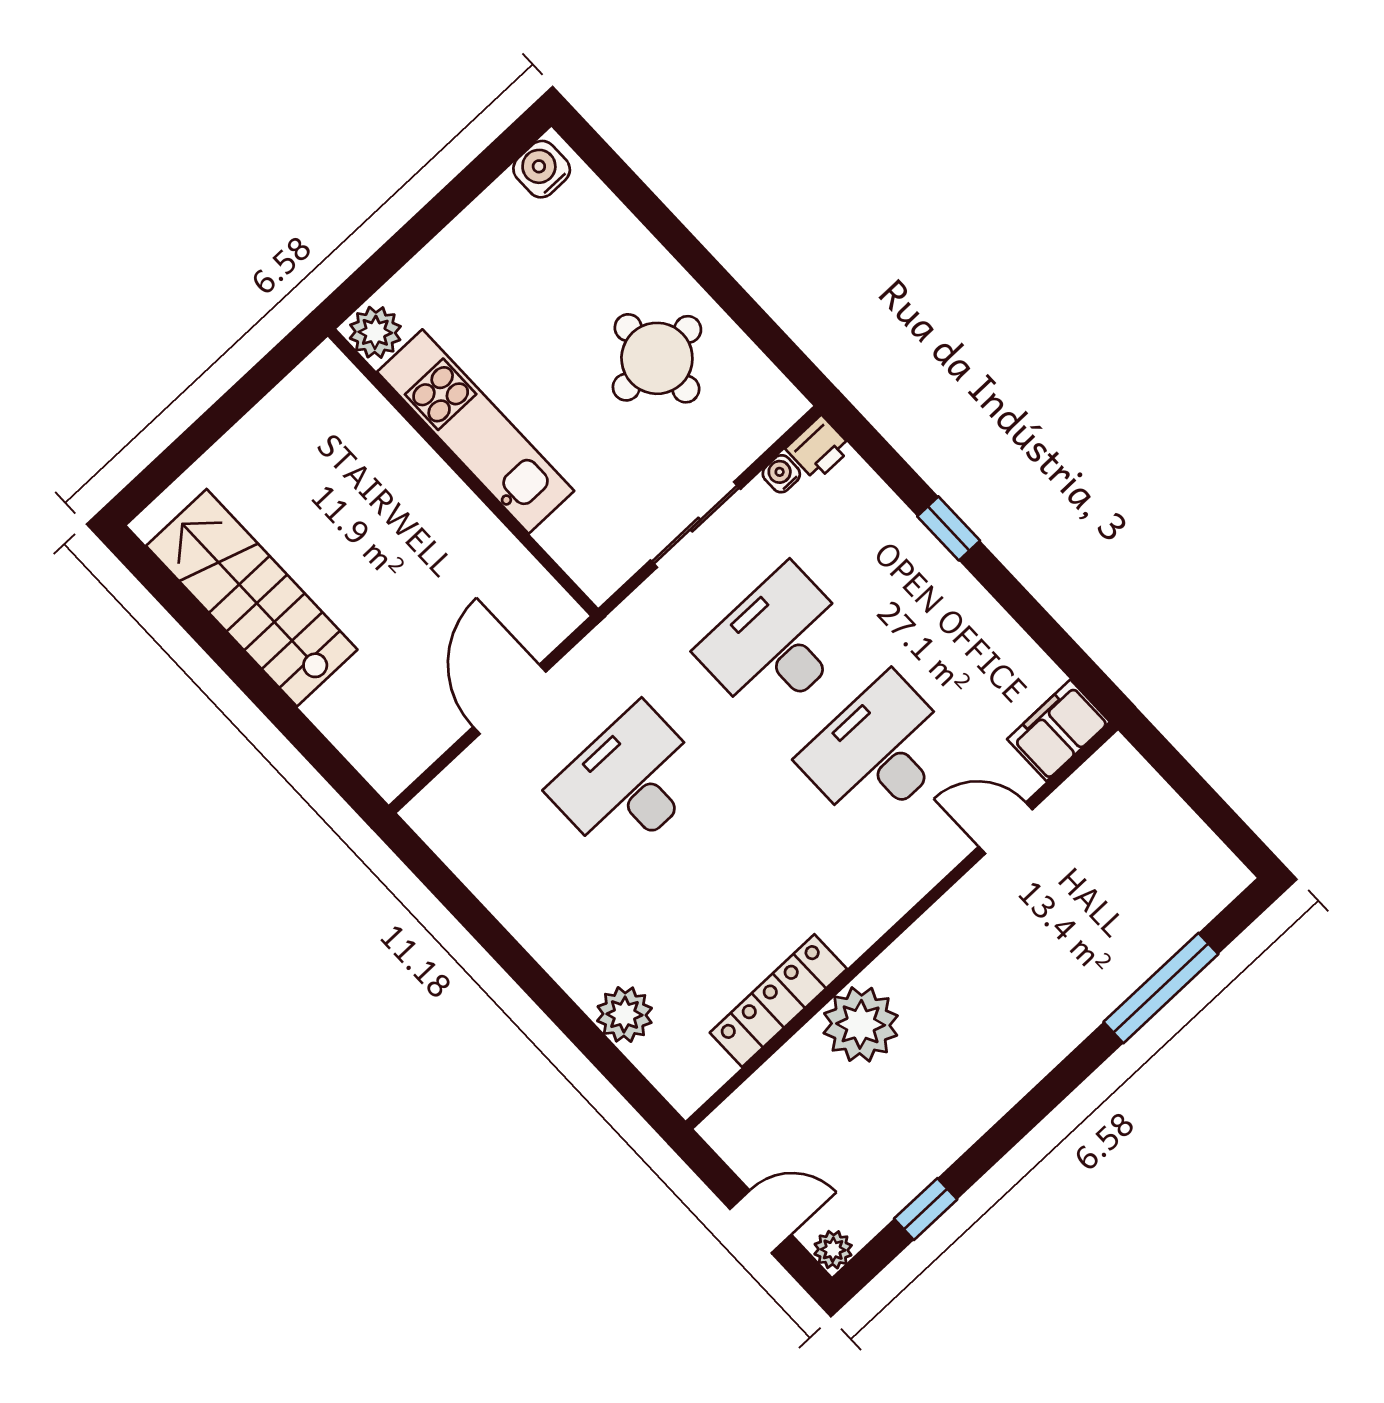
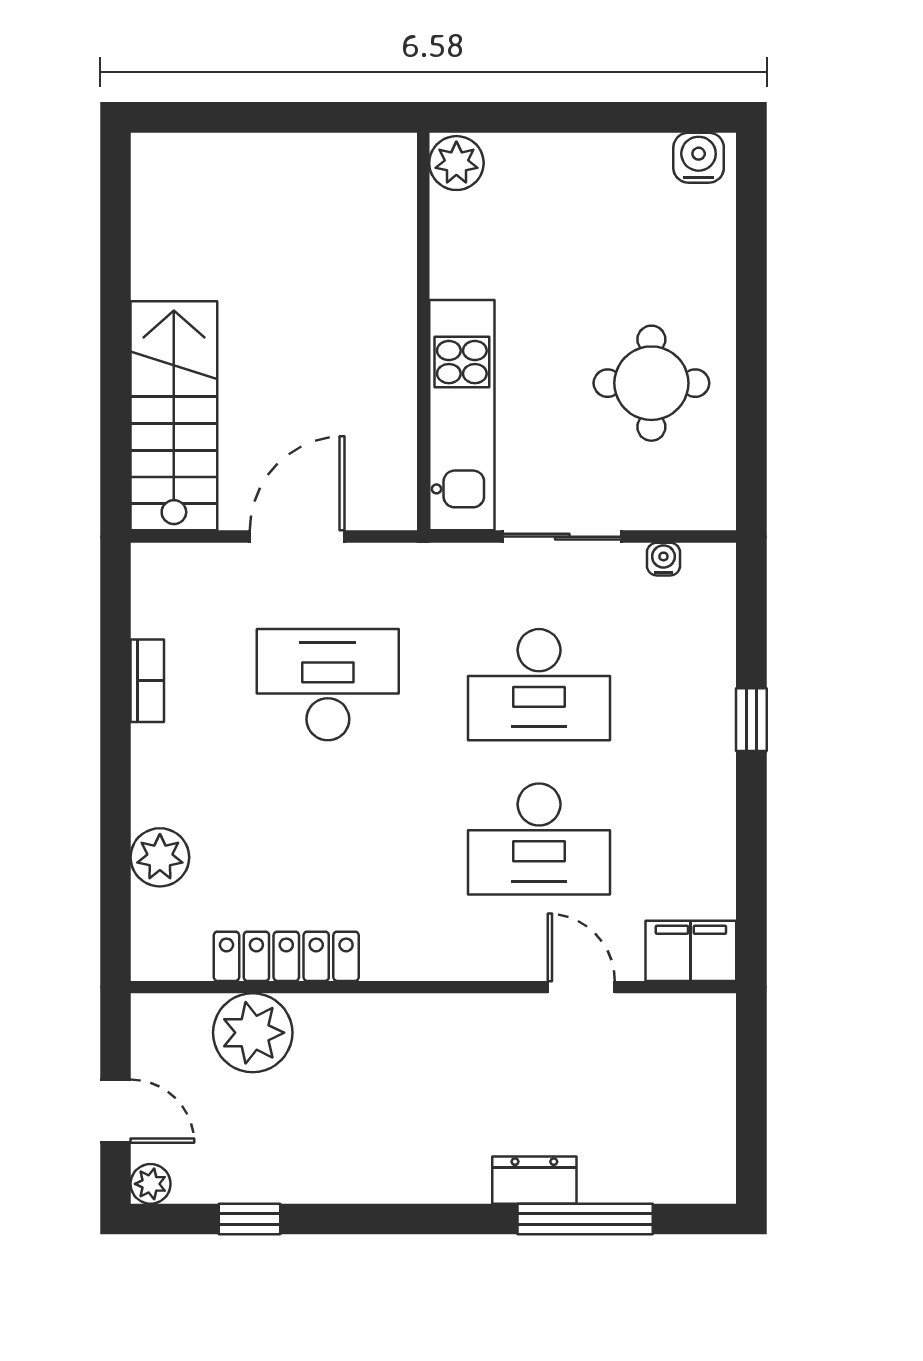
kitchen unit: (476, 431) -> (462, 415), moved
printer: (819, 448) -> (710, 566), removed
stairs: (252, 598) -> (174, 416), moved
desk: (777, 644) -> (539, 685), turned 180
desk: (878, 752) -> (539, 839), turned 180
bookcase: (499, 899) -> (147, 681), added
dresser: (1100, 994) -> (534, 1180), added
plant: (861, 1024) -> (253, 1033), moved

